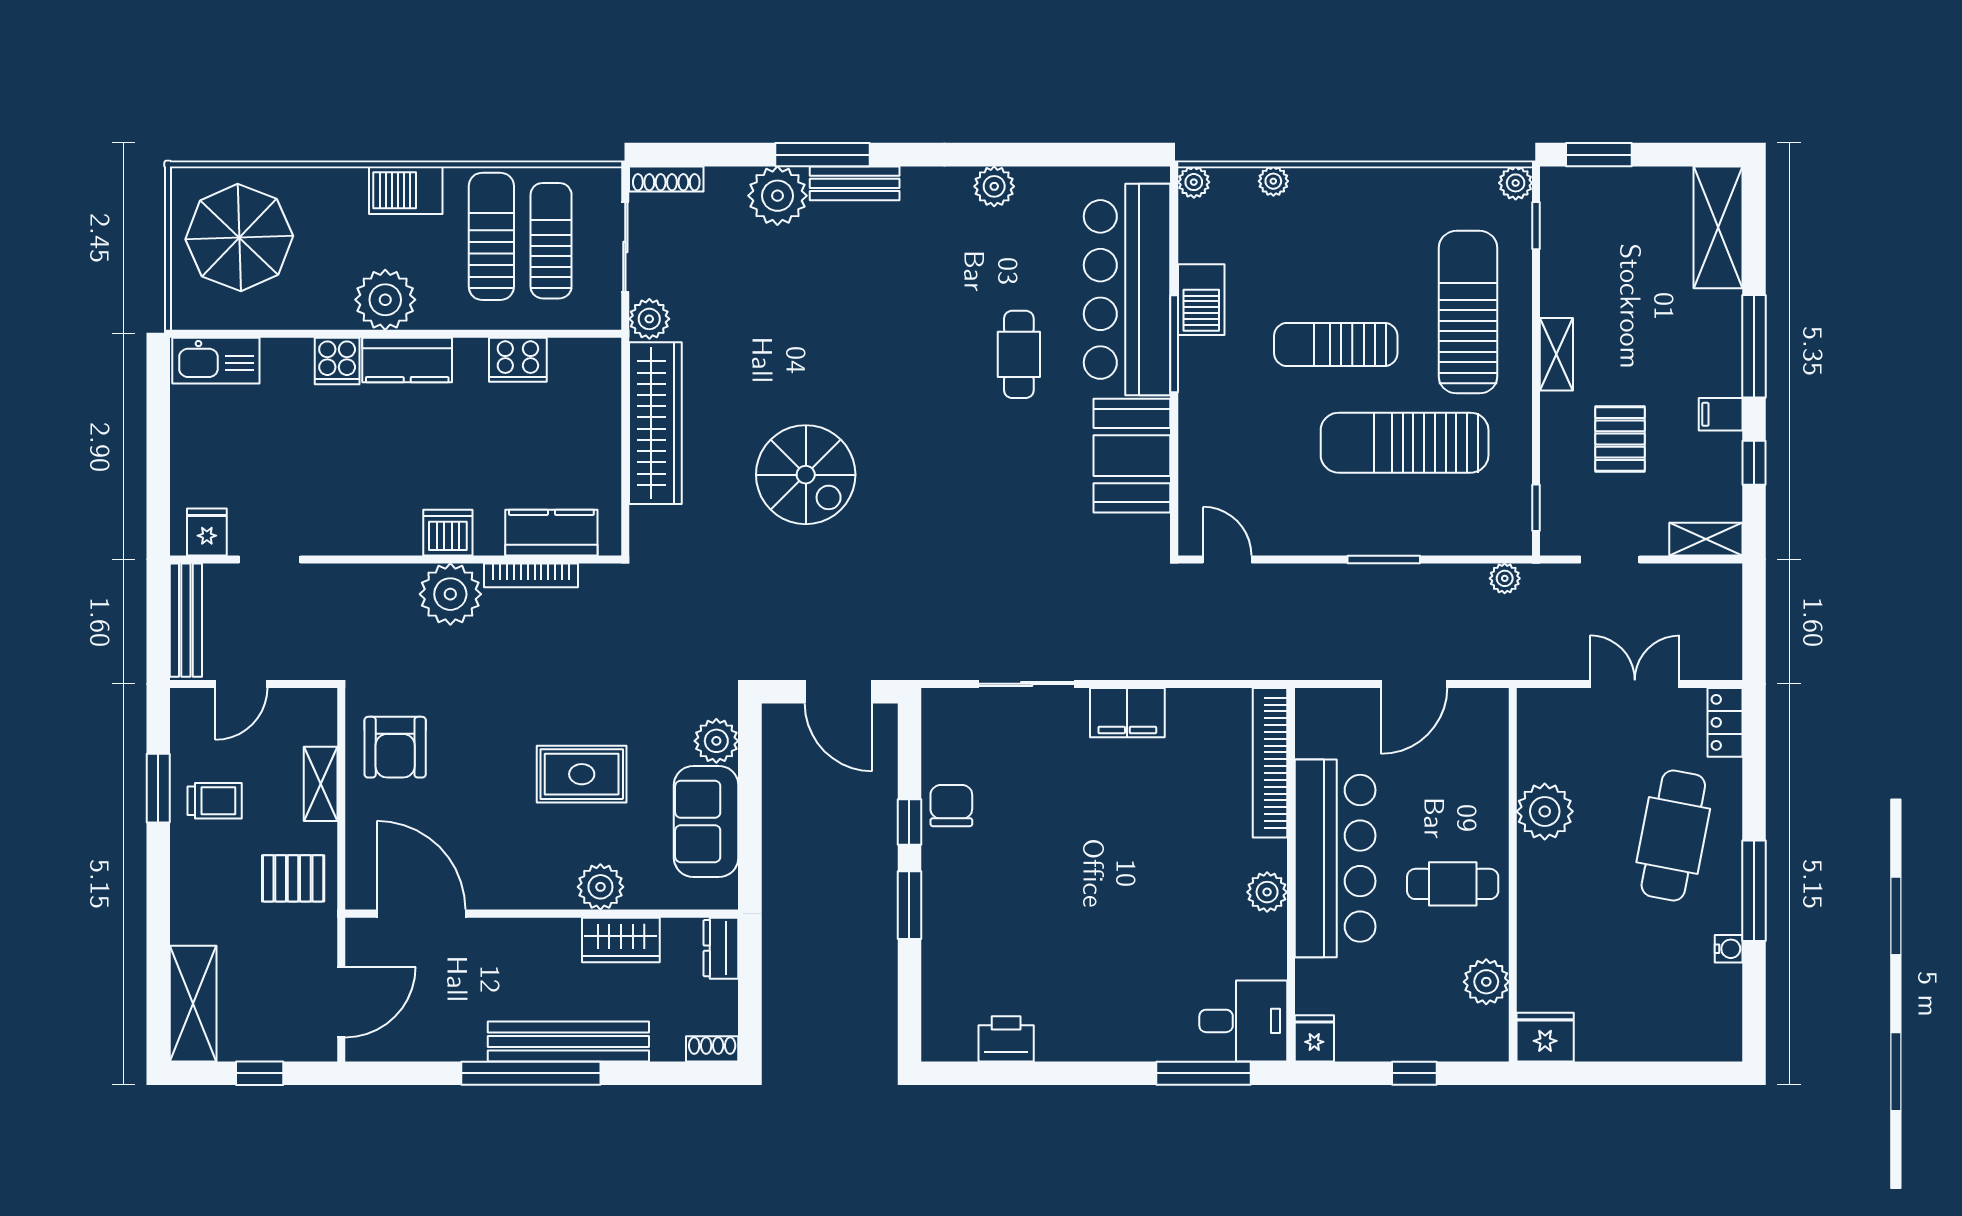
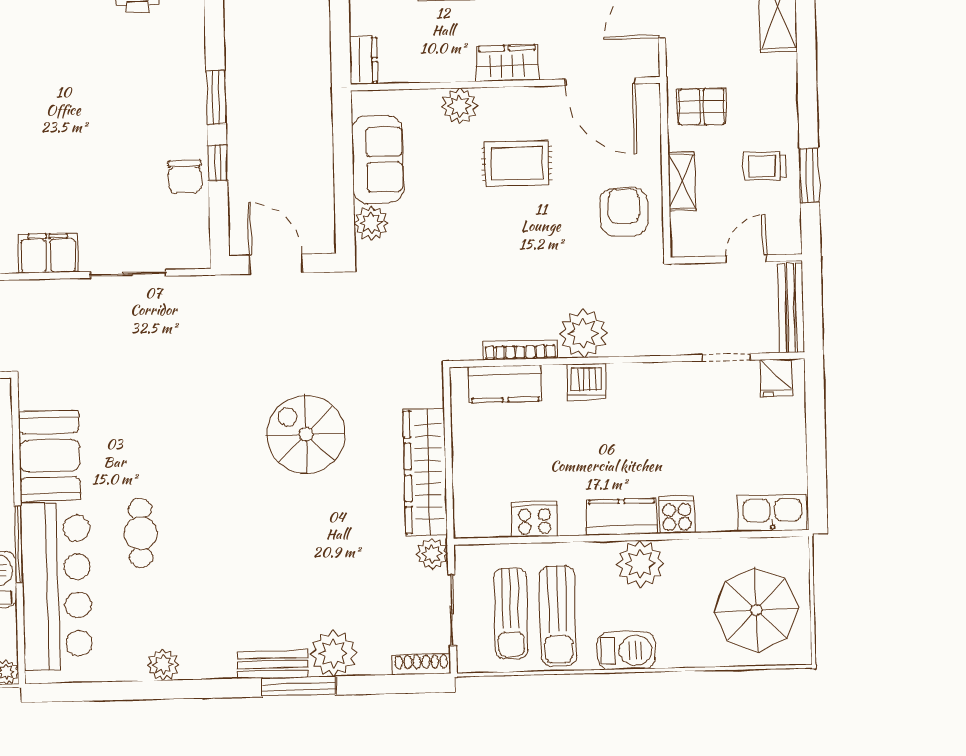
rug: (582, 774) -> (517, 163), moved
wardrobe: (621, 940) -> (507, 63), moved

